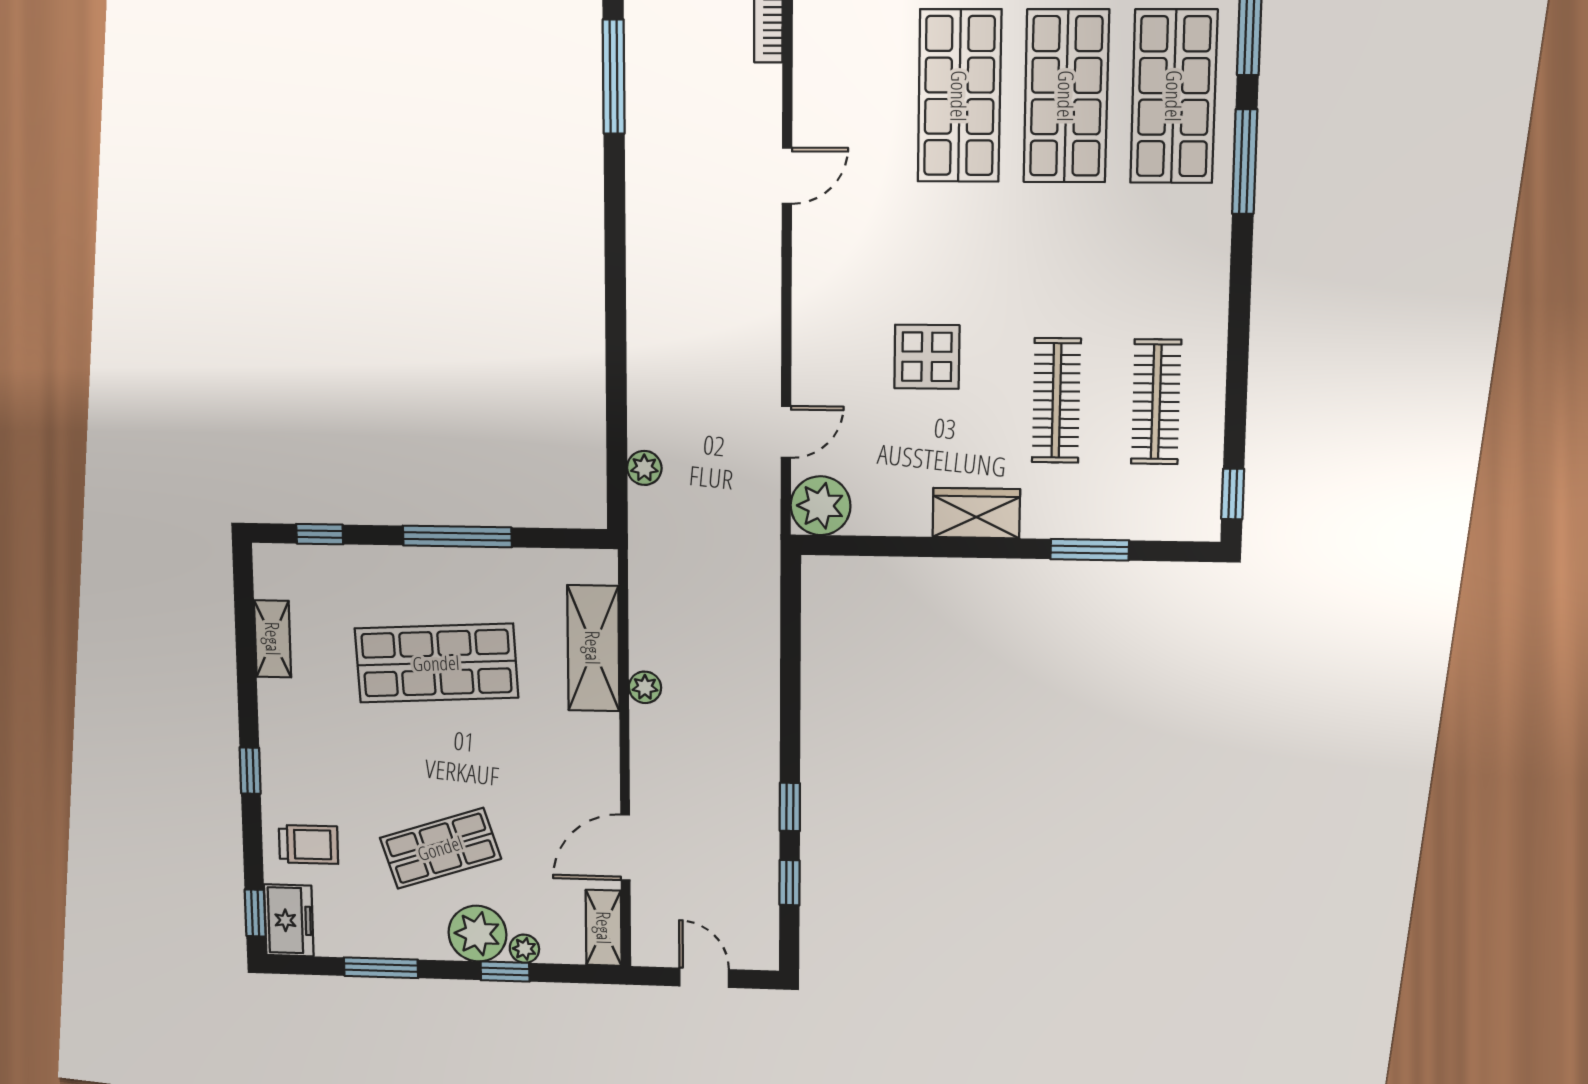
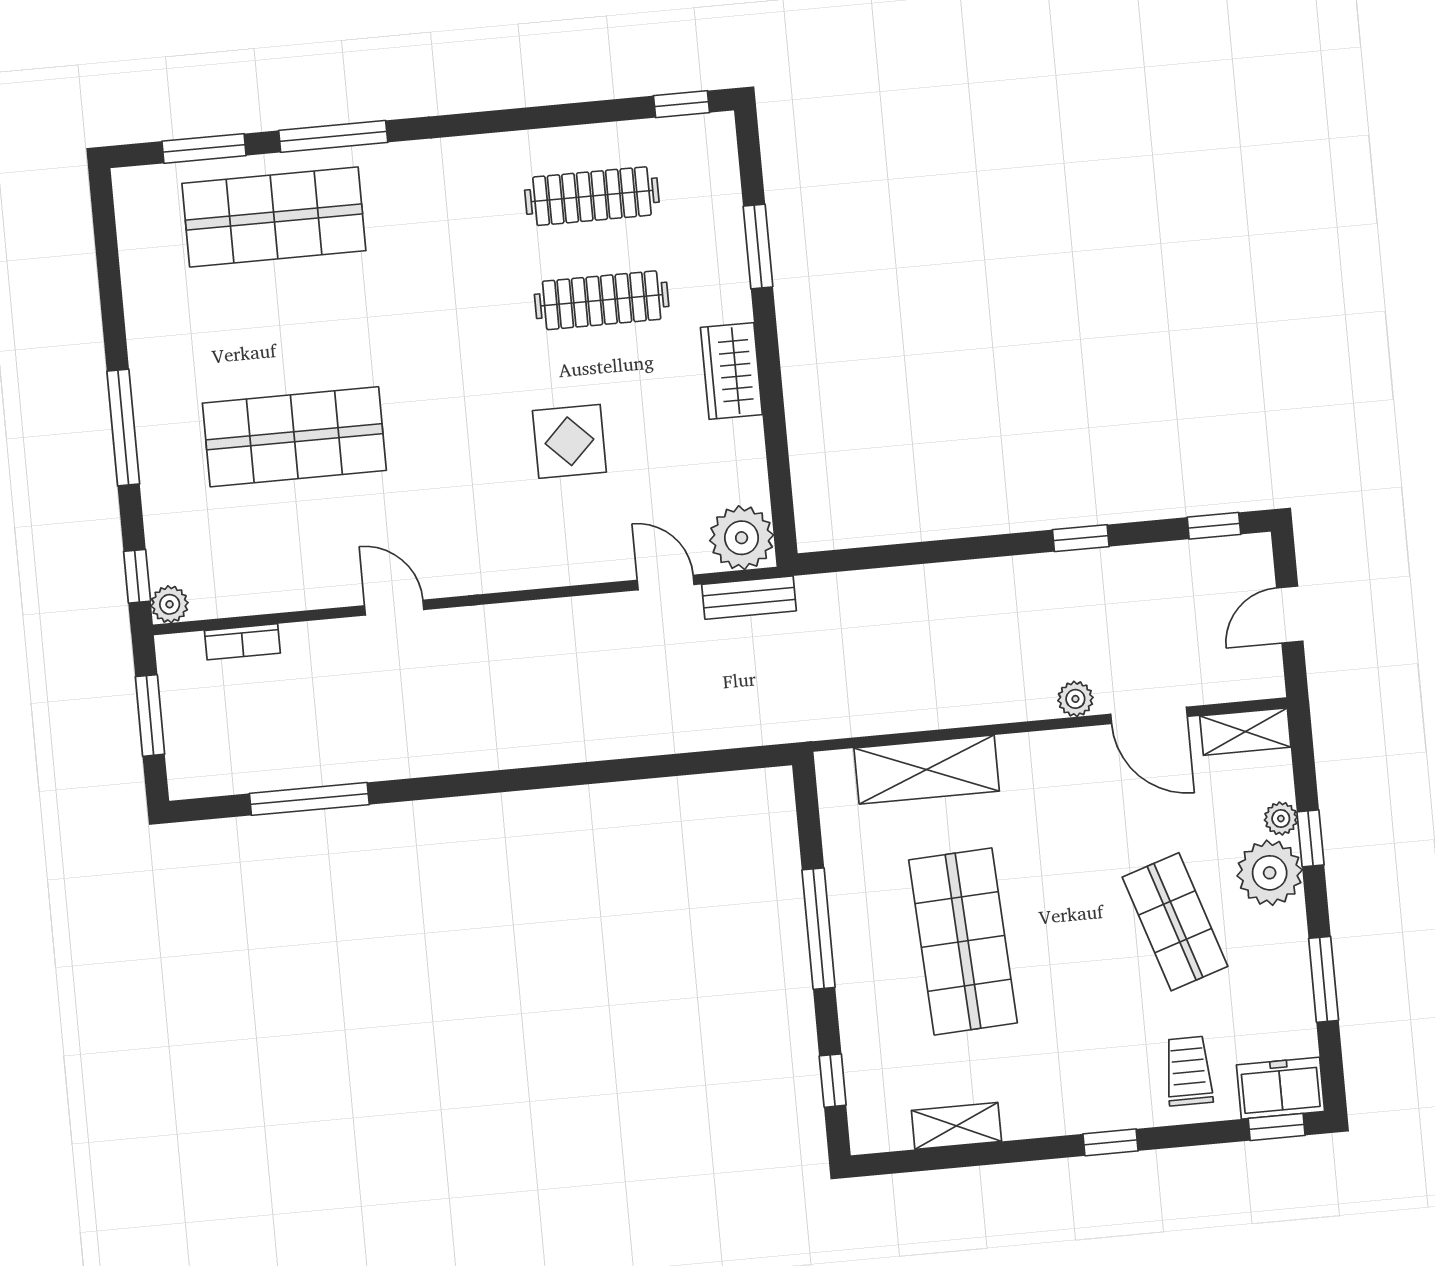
shop shelf: (1066, 96) -> (284, 327), removed
plant: (644, 468) -> (721, 731), removed
bench: (765, 507) -> (749, 598), added
plant: (645, 687) -> (1075, 699), moved
window: (790, 883) -> (1214, 526), moved

